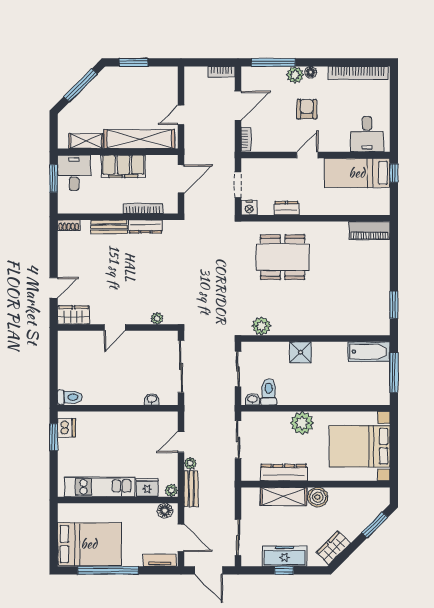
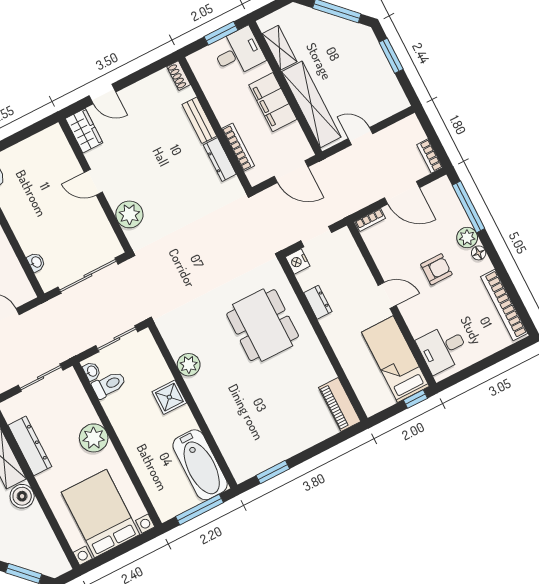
plant: (157, 318) -> (129, 214), width x1.88, depth x1.88
plant: (262, 326) -> (189, 365), moved
bathtub: (369, 352) -> (200, 465), width x1.36, depth x1.36

